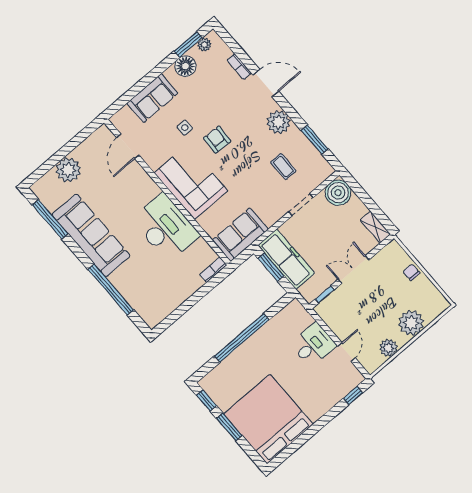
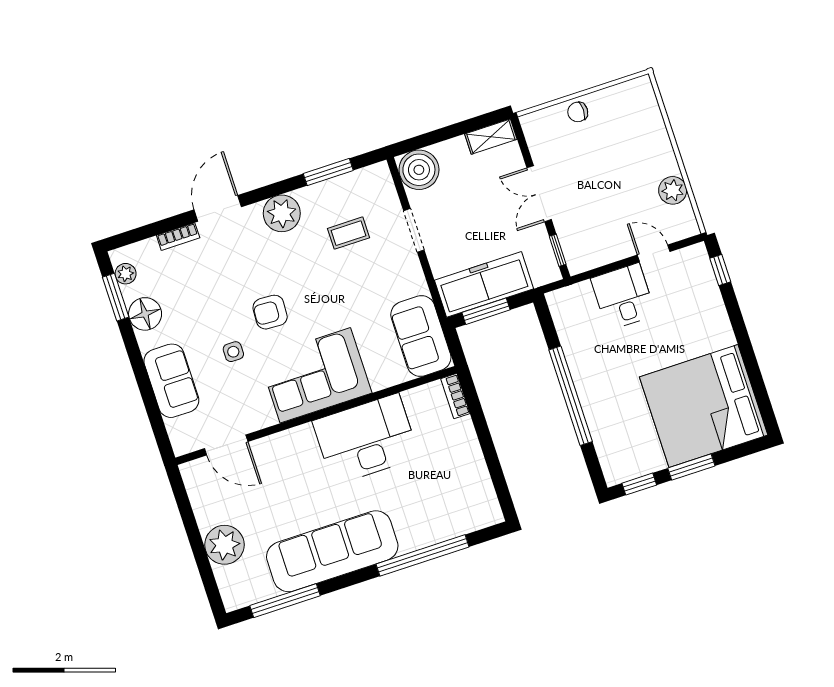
plant: (411, 323) -> (650, 143), removed

